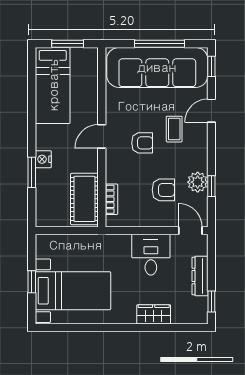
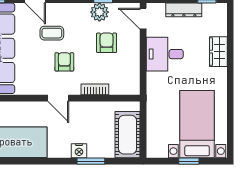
cot: (84, 199) -> (128, 135), moved, turned 90
bookcase: (111, 199) -> (95, 89), moved
door: (190, 231) -> (143, 19), hinge flipped

